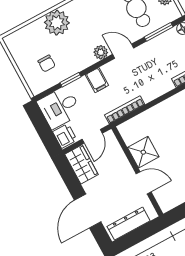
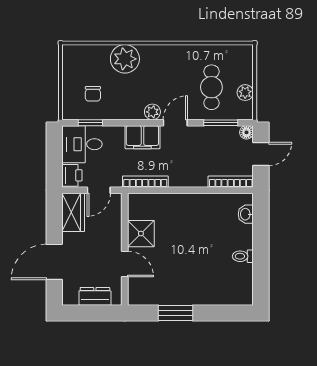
door: (123, 51) -> (175, 123), hinge flipped
window: (70, 80) -> (90, 123), moved
filing cabinet: (97, 80) -> (142, 137), width x2.00
dresser: (129, 224) -> (95, 296), width x0.70

